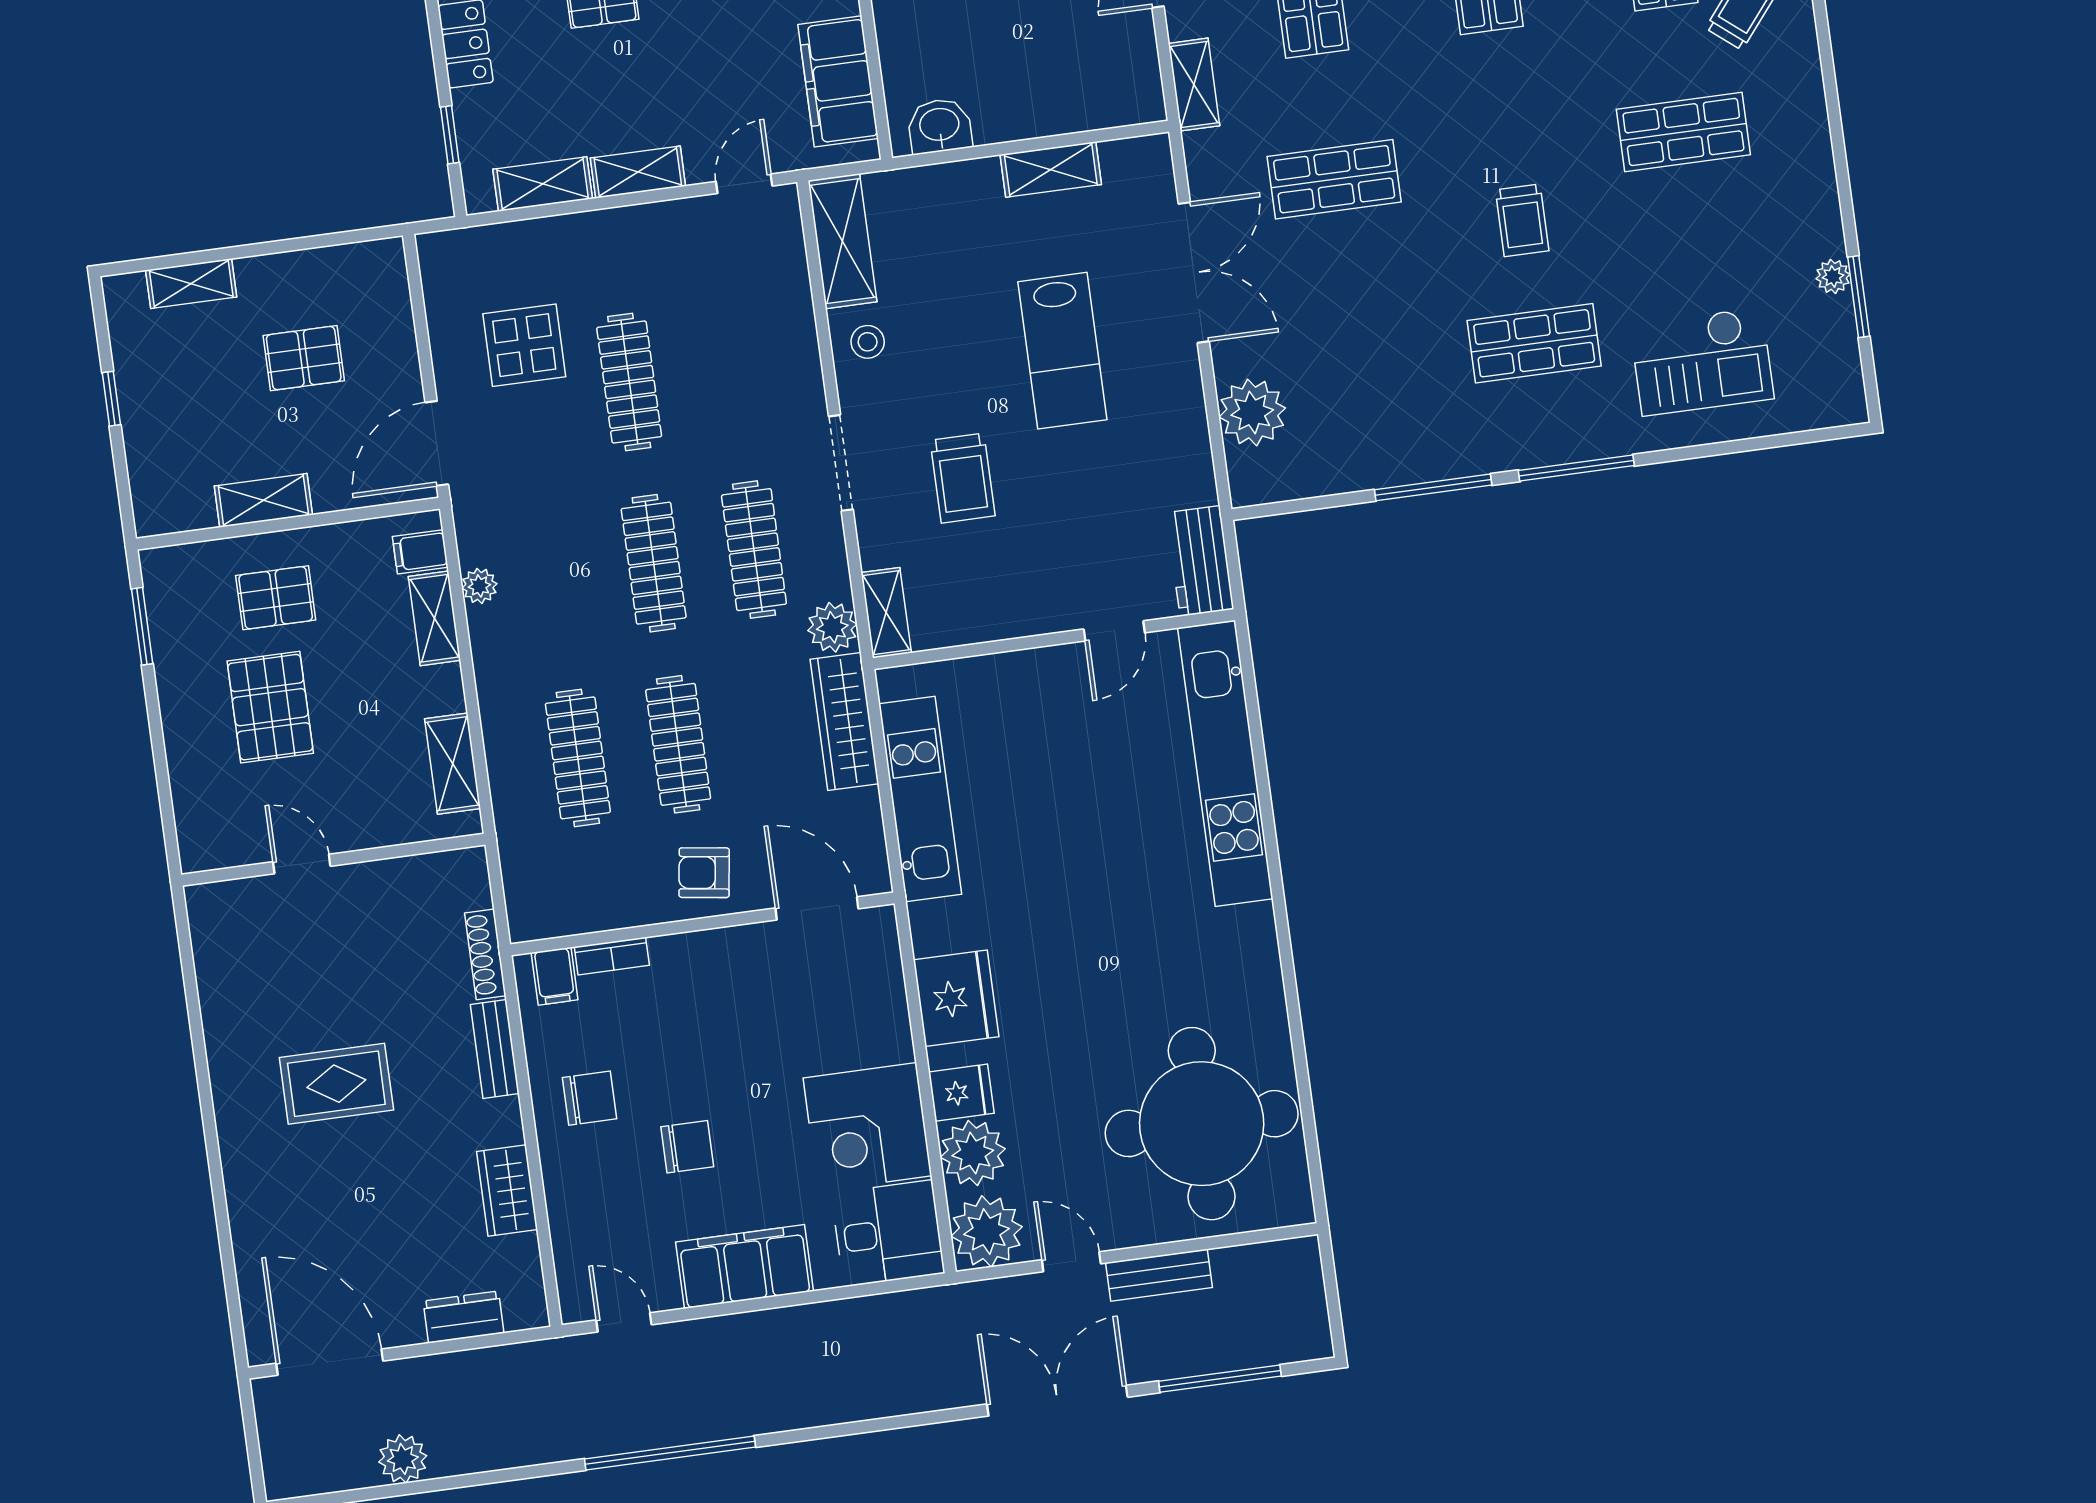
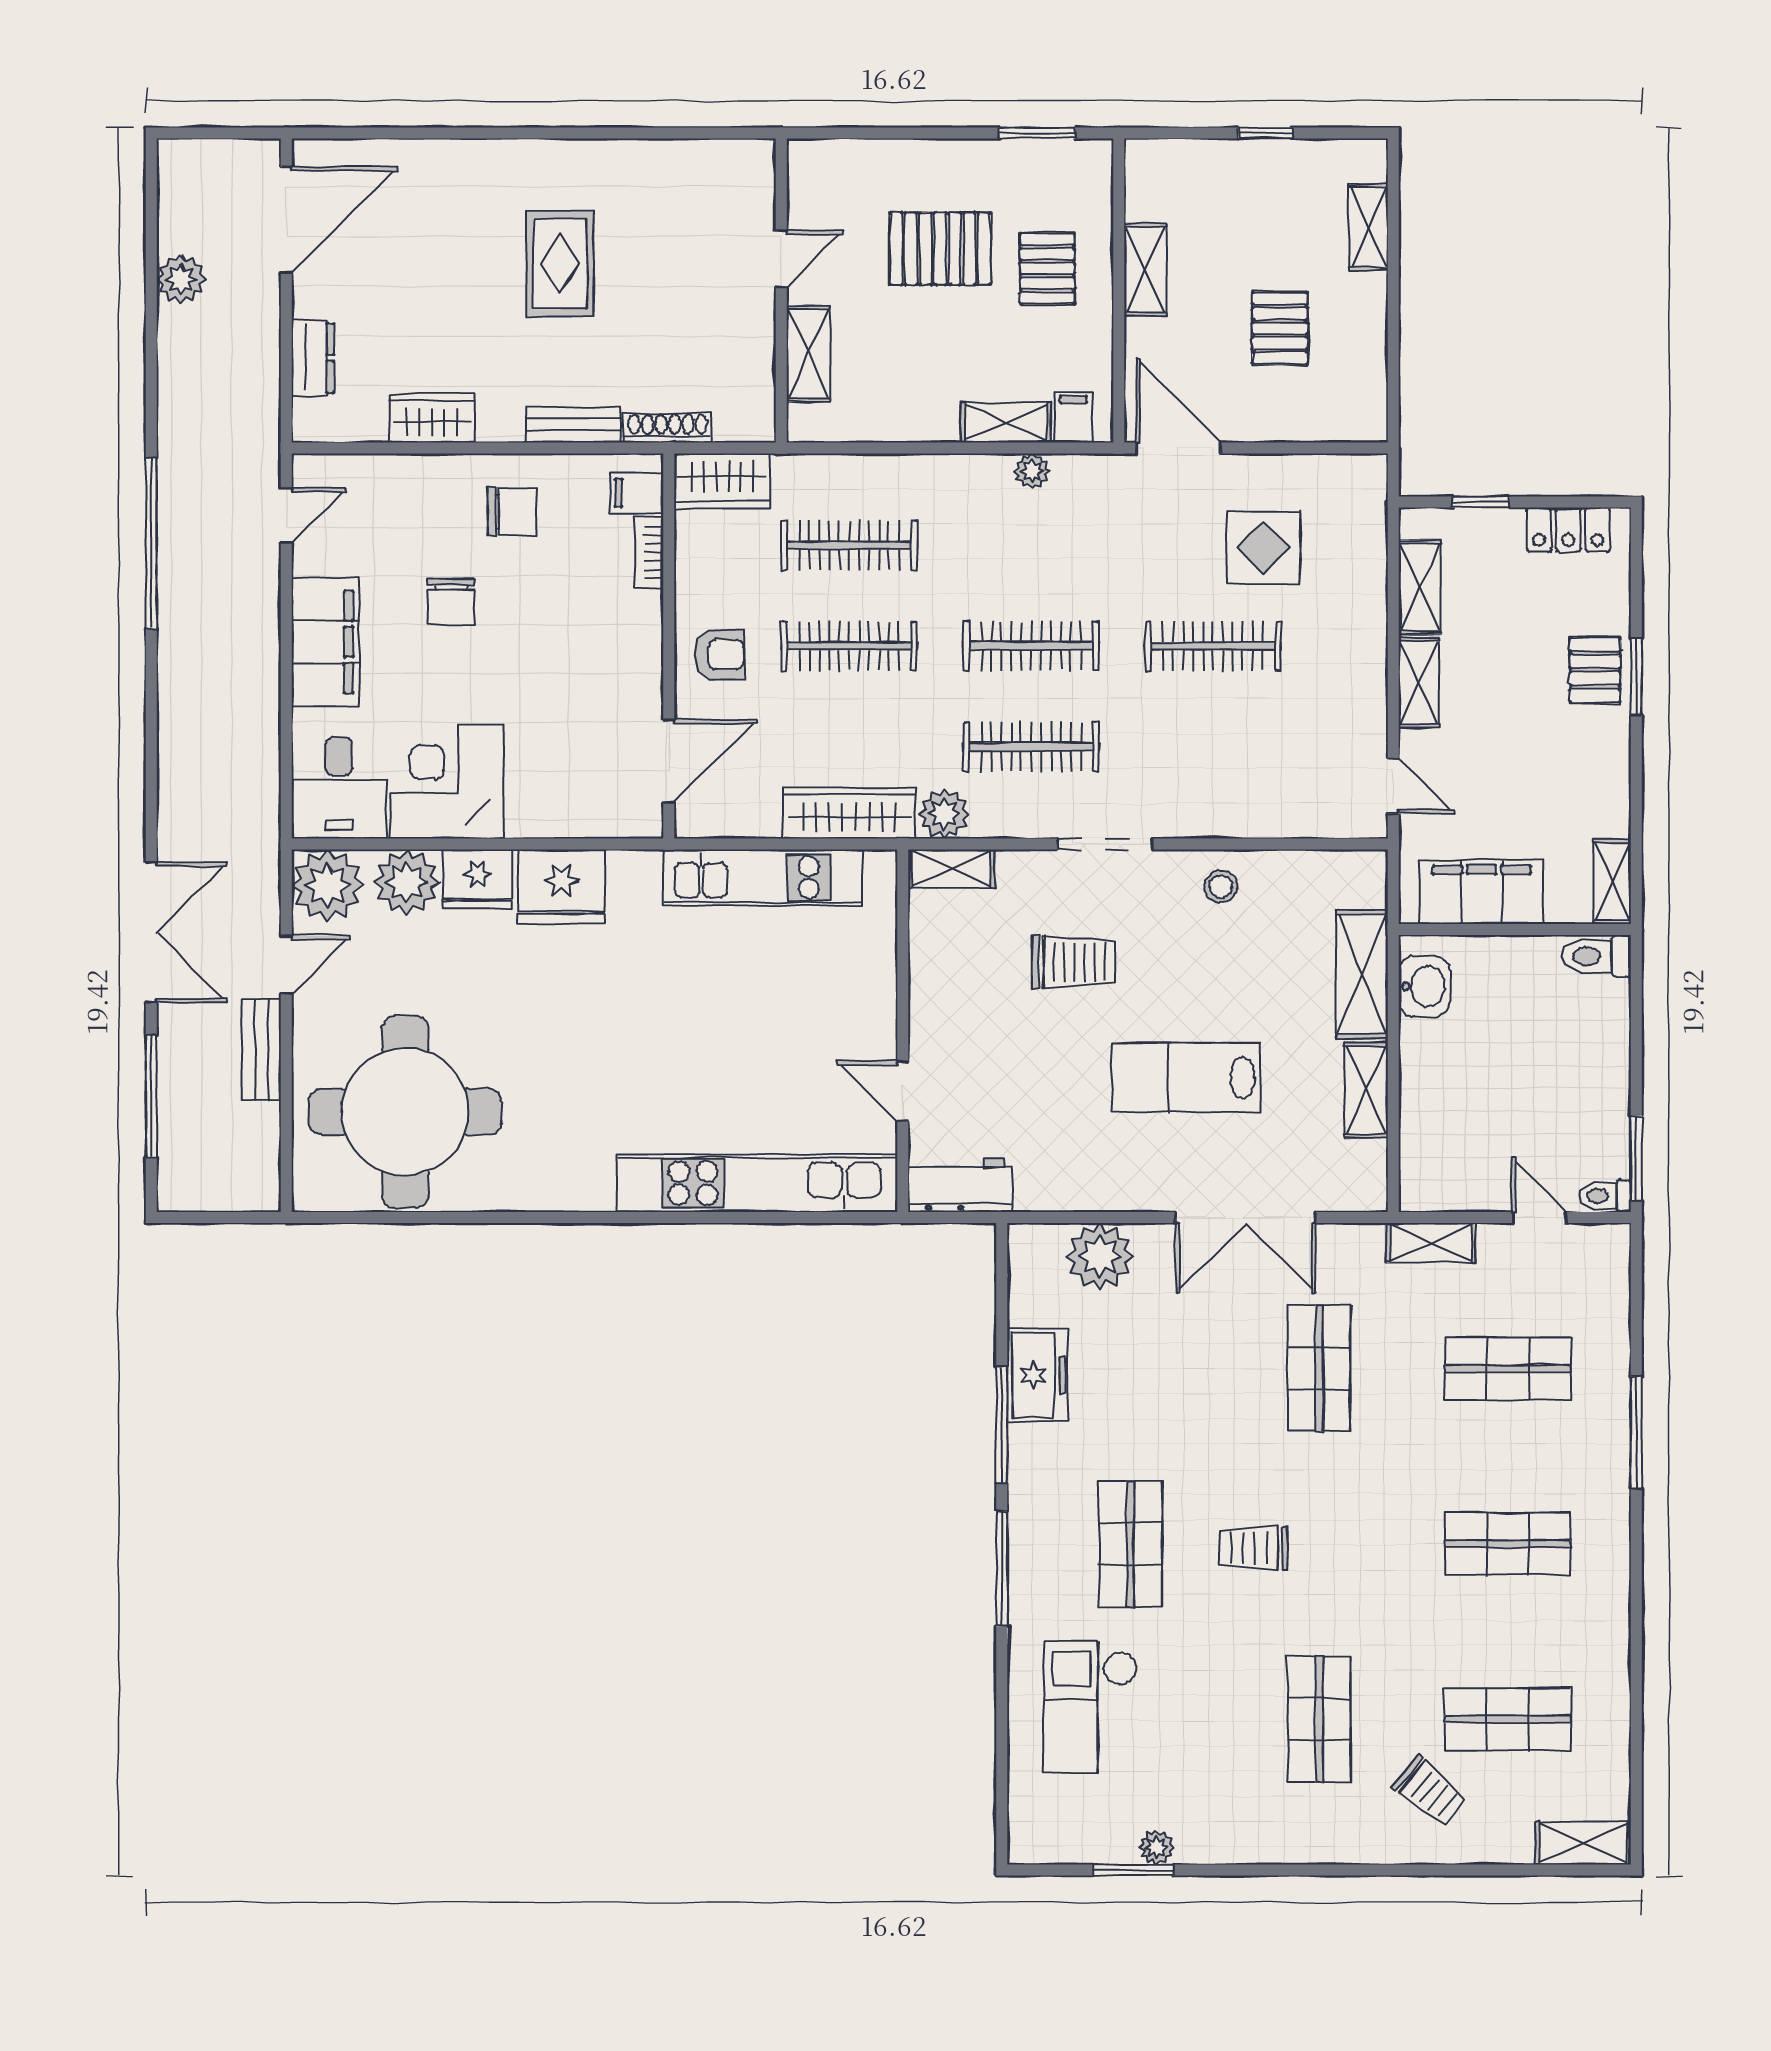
shelving: (842, 241) -> (1362, 974), moved, turned 90
freezer: (1379, 459) -> (1038, 1375), added
trolley: (963, 478) -> (1074, 962), turned 180
shelving: (453, 764) -> (808, 354), moved, turned 90
armchair: (704, 873) -> (719, 655), turned 82
wardrobe: (531, 893) -> (722, 481), added
fridge: (961, 1093) -> (477, 879), width x1.38
chair: (590, 1098) -> (512, 511), turned -90

